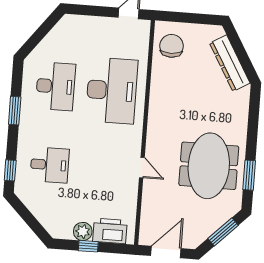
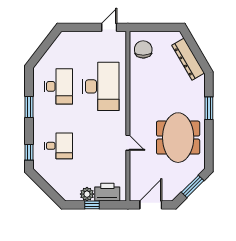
window: (249, 175) -> (209, 108), moved

